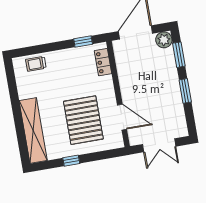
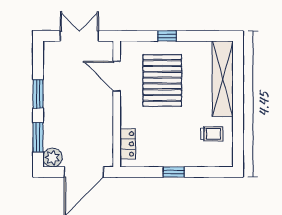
window: (83, 42) -> (174, 172), moved
trolley: (36, 64) -> (212, 134), moved
window: (71, 161) -> (167, 36), moved

